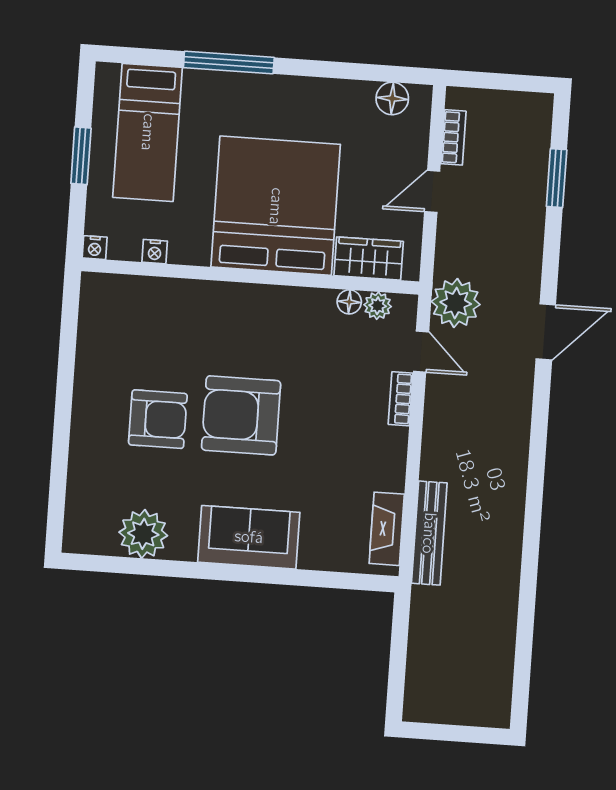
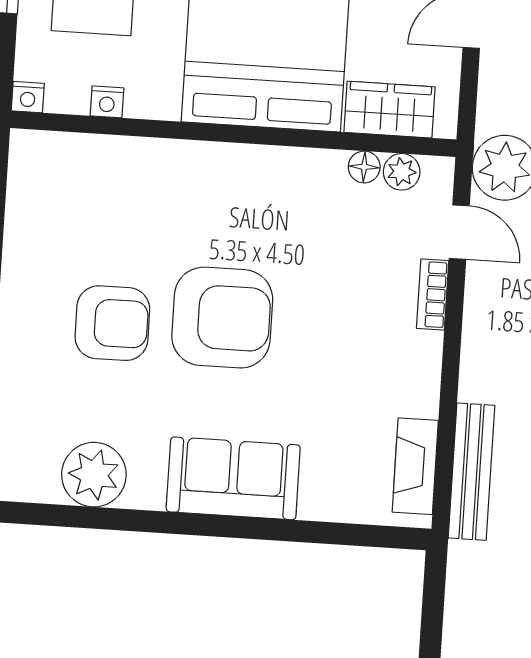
armchair: (241, 415) -> (222, 318), turned 180

